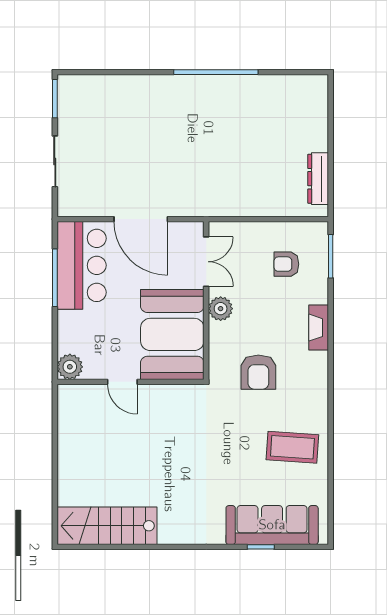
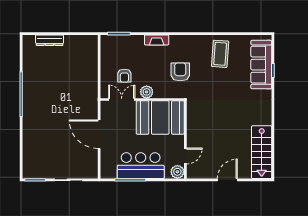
dresser: (318, 179) -> (50, 40), moved
door: (141, 219) -> (99, 134), swing flipped
armchair: (286, 264) -> (124, 76), moved
bar counter: (82, 265) -> (141, 166), moved
armchair: (258, 372) -> (180, 72), turned -90
door: (122, 382) -> (185, 156), moved
door: (55, 461) -> (227, 180), added

